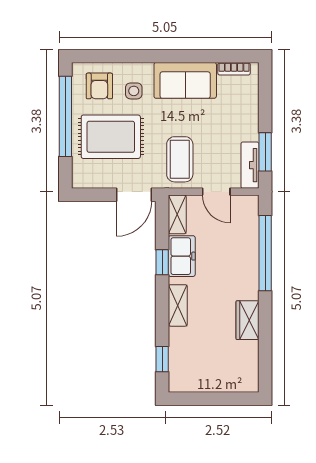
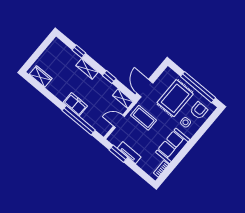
armchair: (99, 86) -> (199, 110), turned 90
tv unit: (250, 165) -> (129, 153), moved
freezer: (182, 256) -> (75, 104), moved, turned 180
wardrobe: (247, 320) -> (41, 76), moved
window: (162, 359) -> (79, 52), moved

